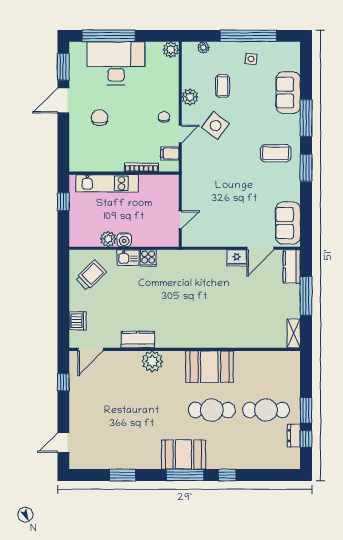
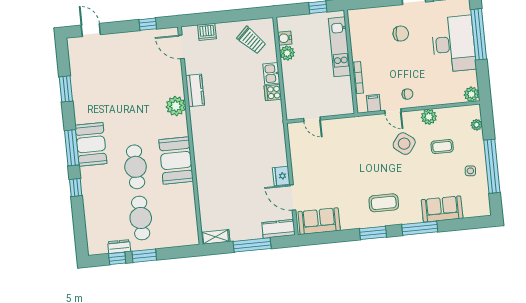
coffee table: (276, 153) -> (384, 203), turned 90
water cooler: (124, 240) -> (285, 38), moved

